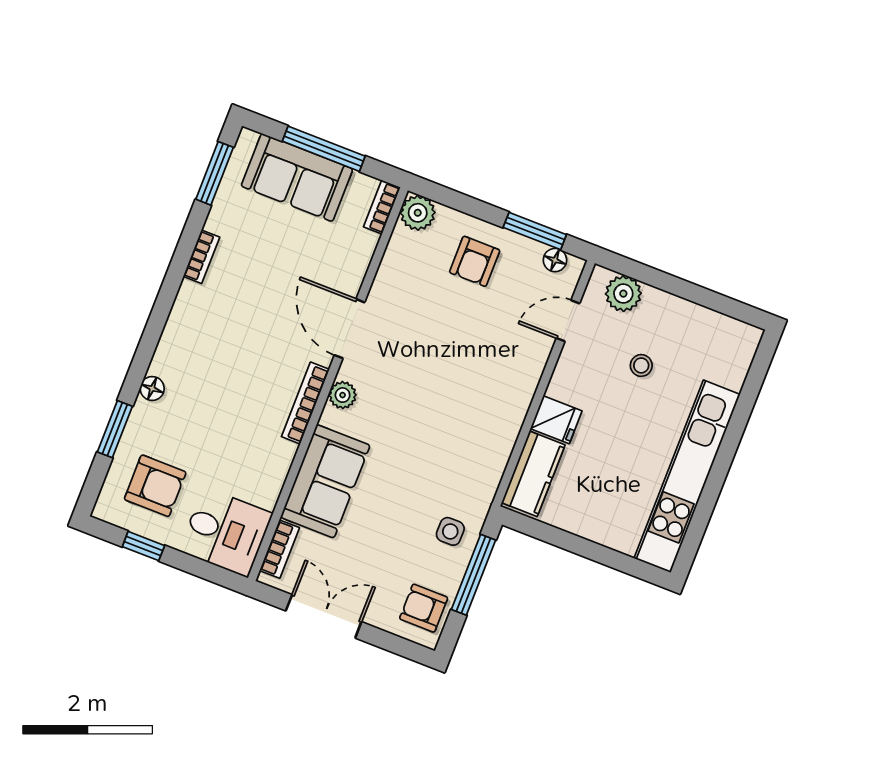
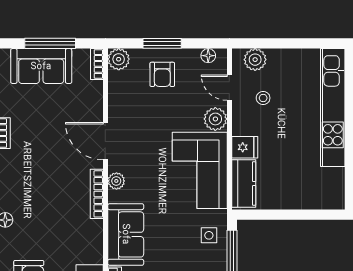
window: (535, 231) -> (162, 43), moved
door: (568, 321) -> (229, 88), hinge flipped
plant: (529, 360) -> (215, 119), added
stool: (641, 365) -> (263, 98), moved
corner sofa: (475, 428) -> (200, 170), added
kitchen unit: (687, 476) -> (333, 108), moved

